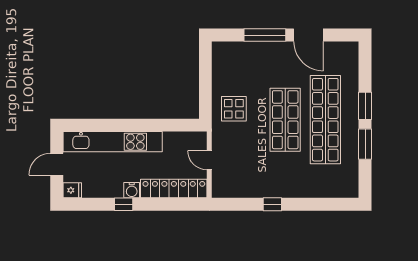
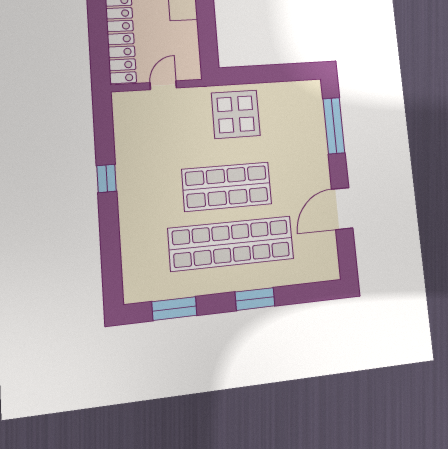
window: (265, 35) -> (334, 126), moved
display table: (234, 109) -> (236, 114), width x1.36, depth x1.36
window: (365, 144) -> (174, 308), moved

